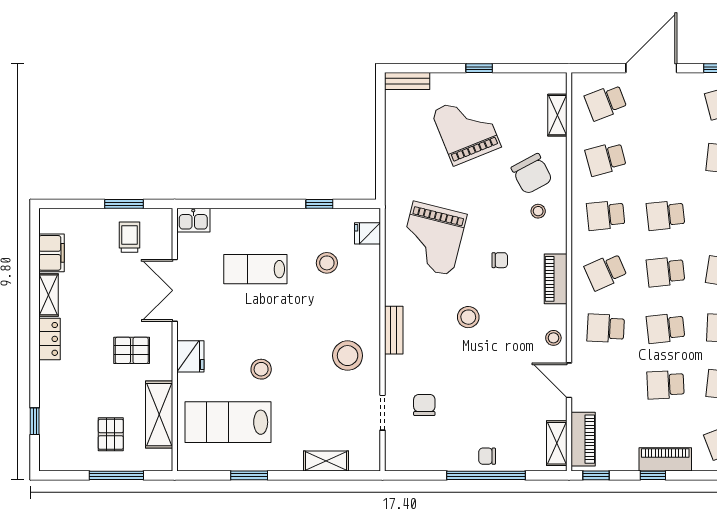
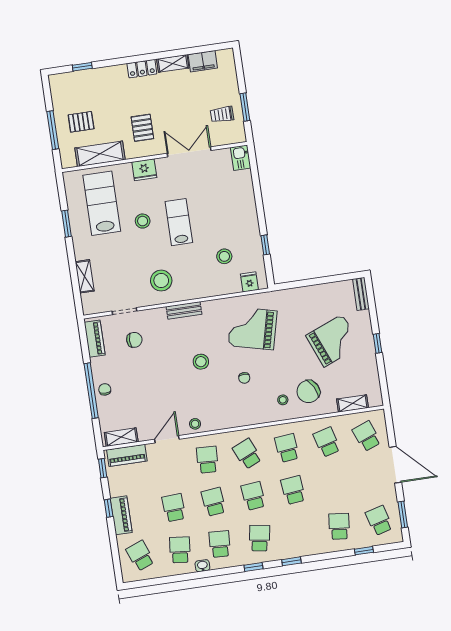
trolley: (129, 237) -> (222, 114), turned 180
lab bench: (255, 269) -> (179, 222), moved
piano: (556, 279) -> (95, 339), moved, turned 90

